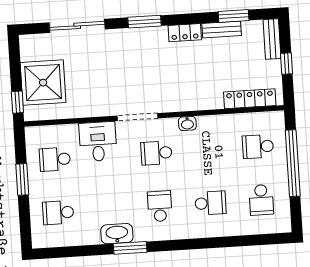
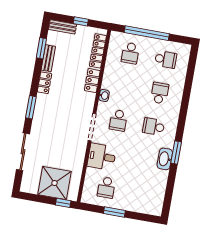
locker: (205, 101) -> (92, 81), added
school desk: (58, 213) -> (142, 194), removed

